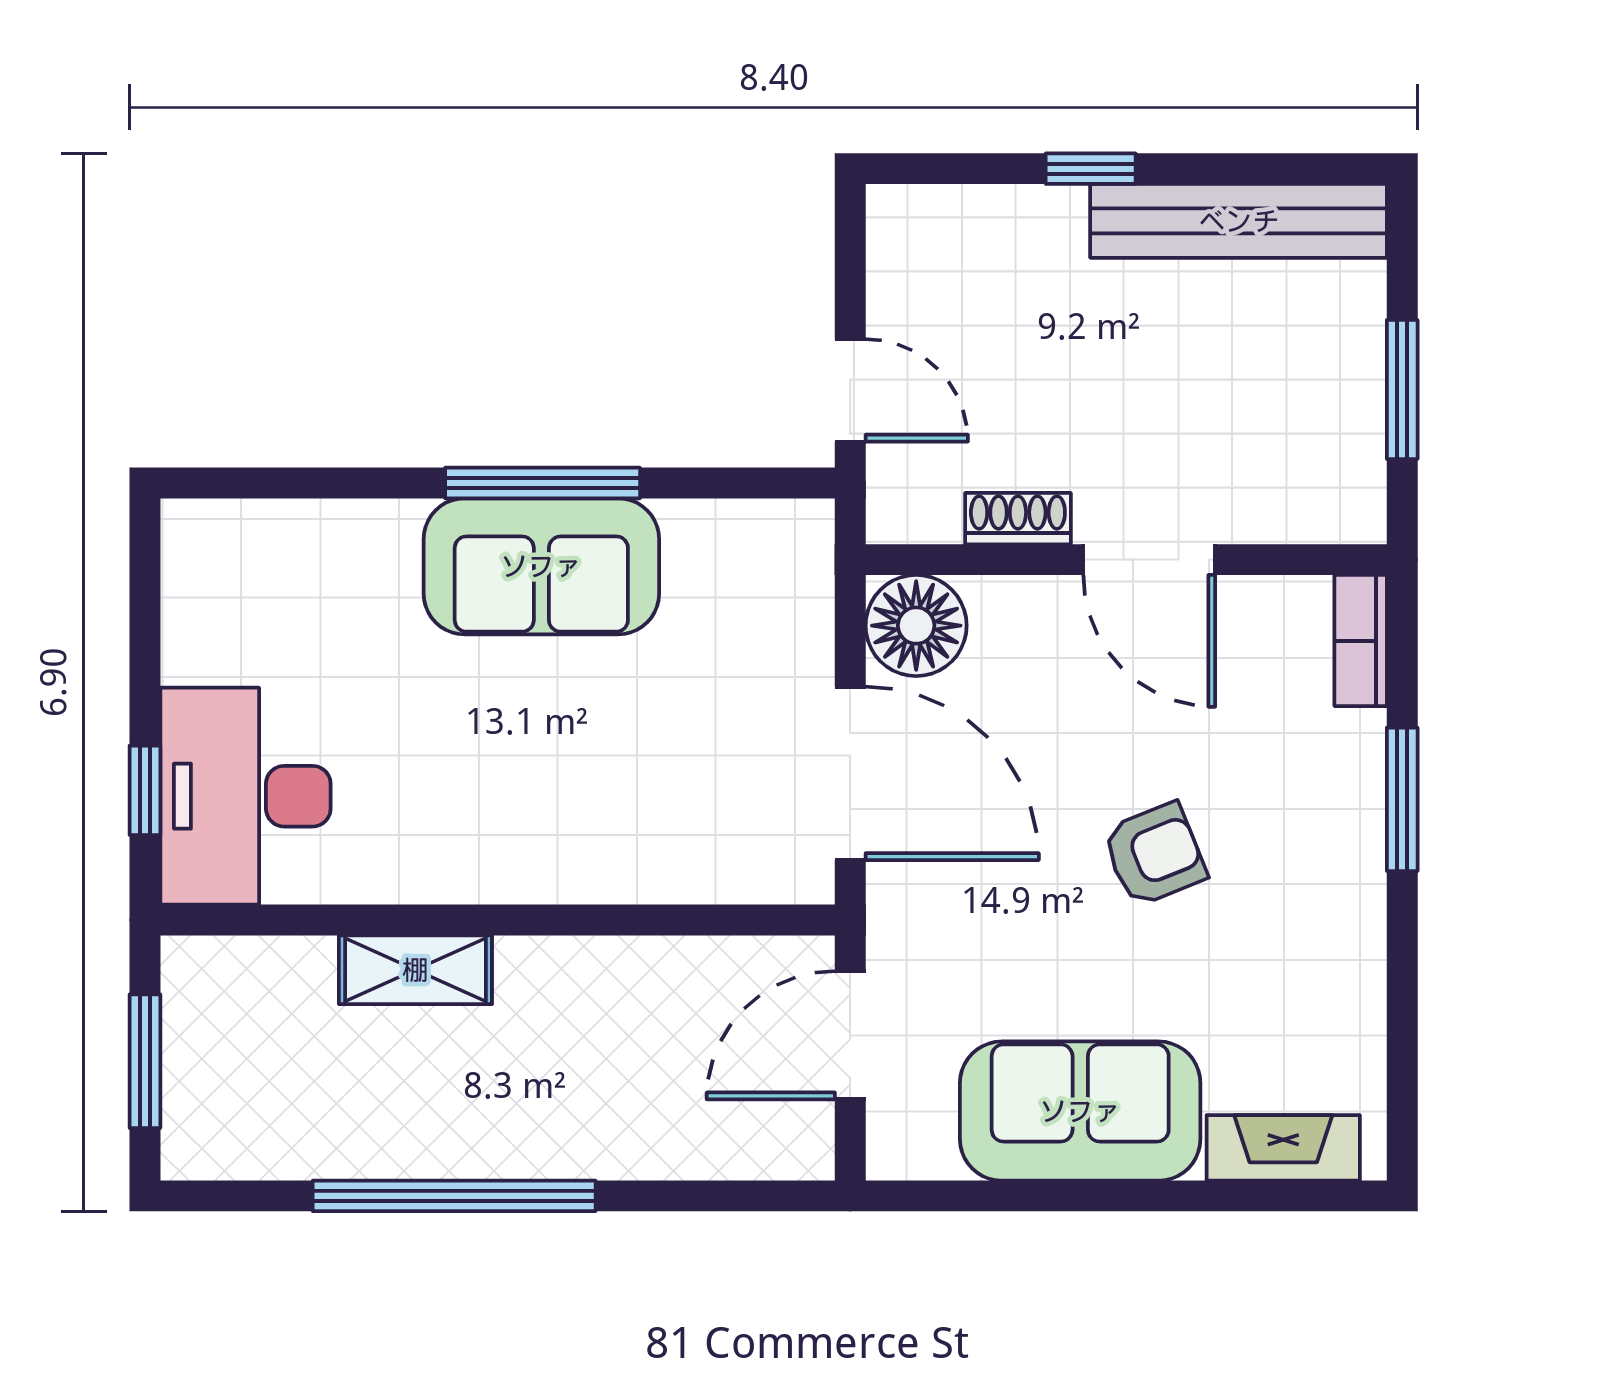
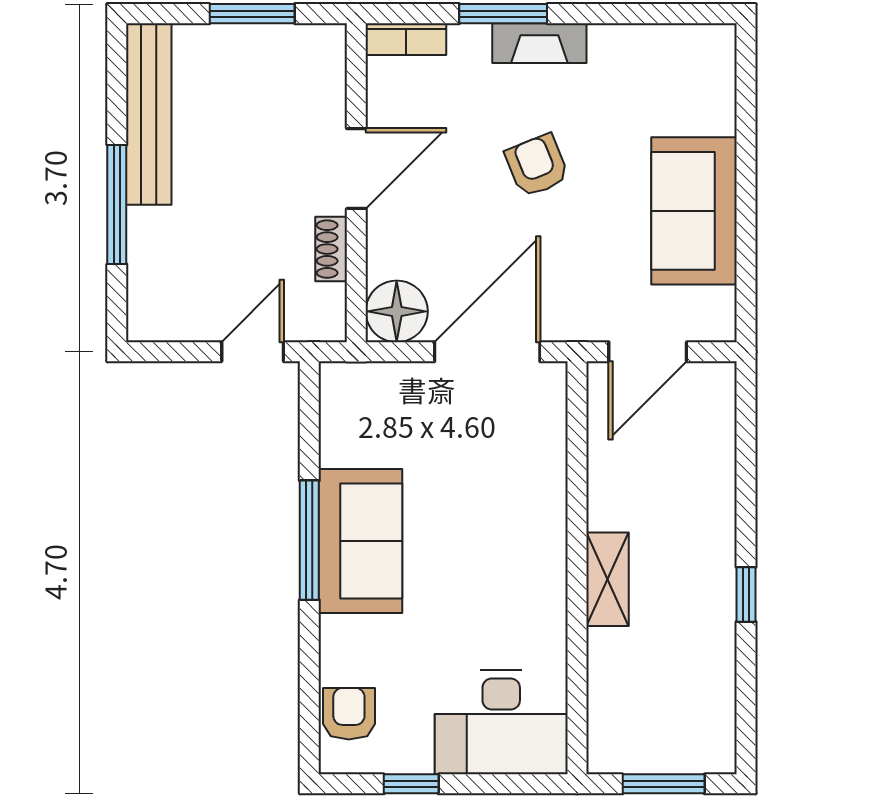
window: (1091, 169) -> (117, 204), width x2.17
armchair: (259, 548) -> (349, 714), added
window: (145, 790) -> (411, 784), moved
shelving: (415, 970) -> (607, 579), moved
door: (850, 1035) -> (648, 352), hinge flipped
fireplace: (1283, 1148) -> (539, 43), moved, turned -90
window: (454, 1196) -> (746, 594), width x0.32

